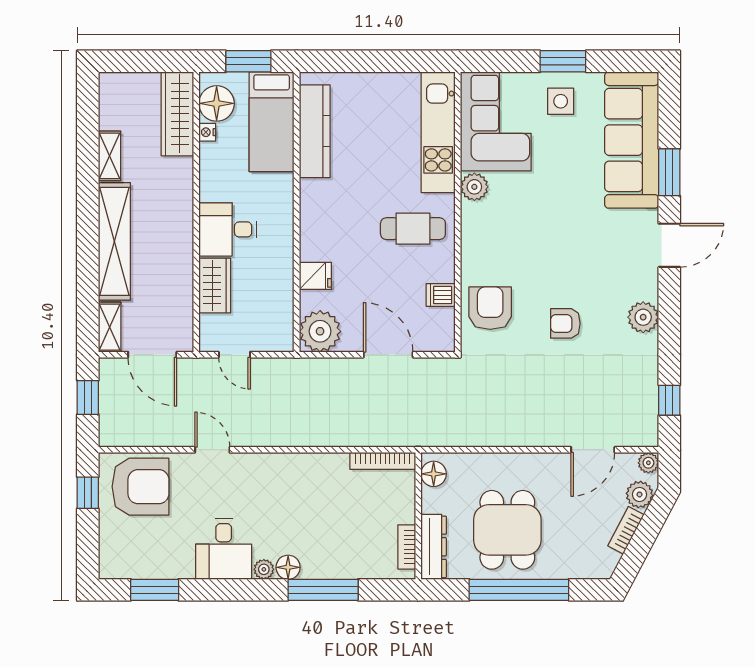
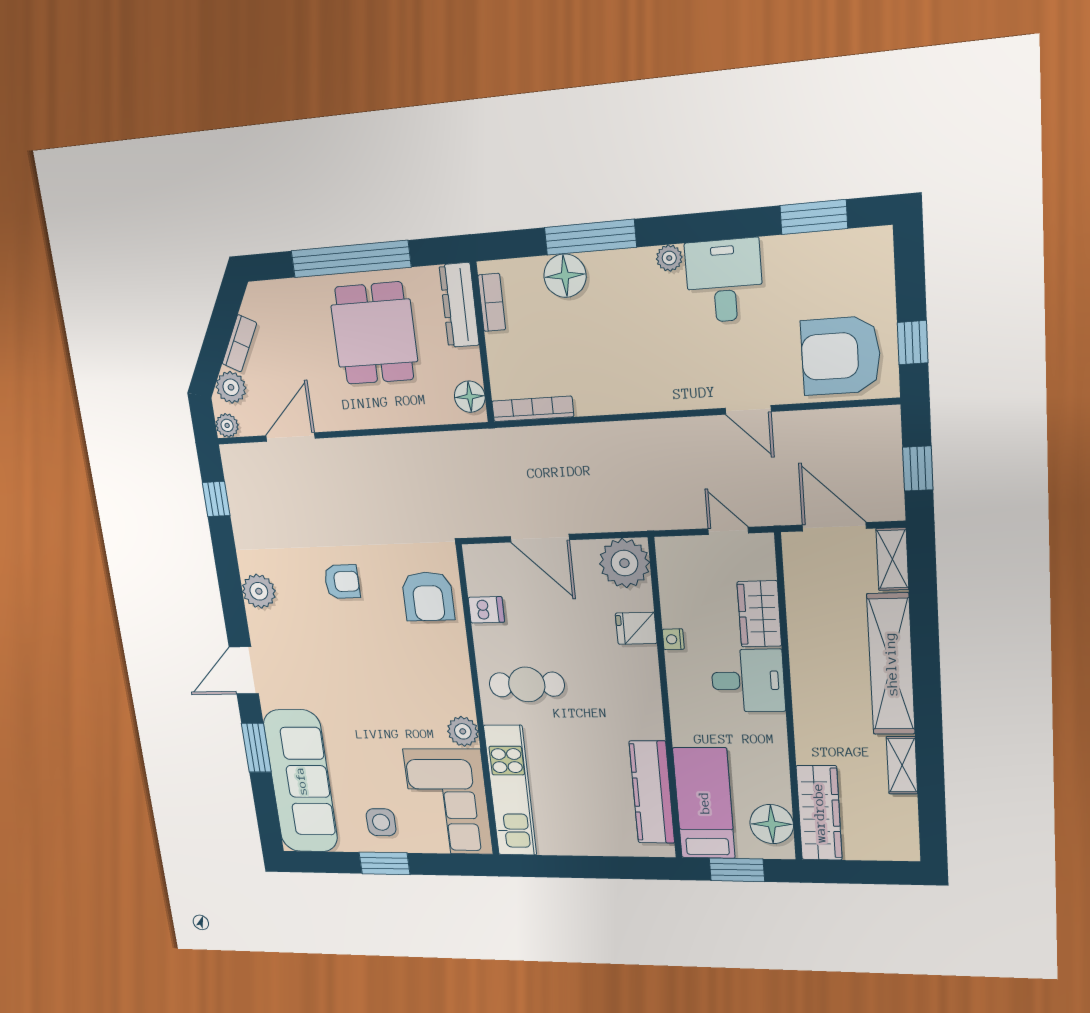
nightstand: (207, 132) -> (673, 639), moved, turned 180
floor lamp: (288, 567) -> (565, 276), moved, width x1.38, depth x1.38

